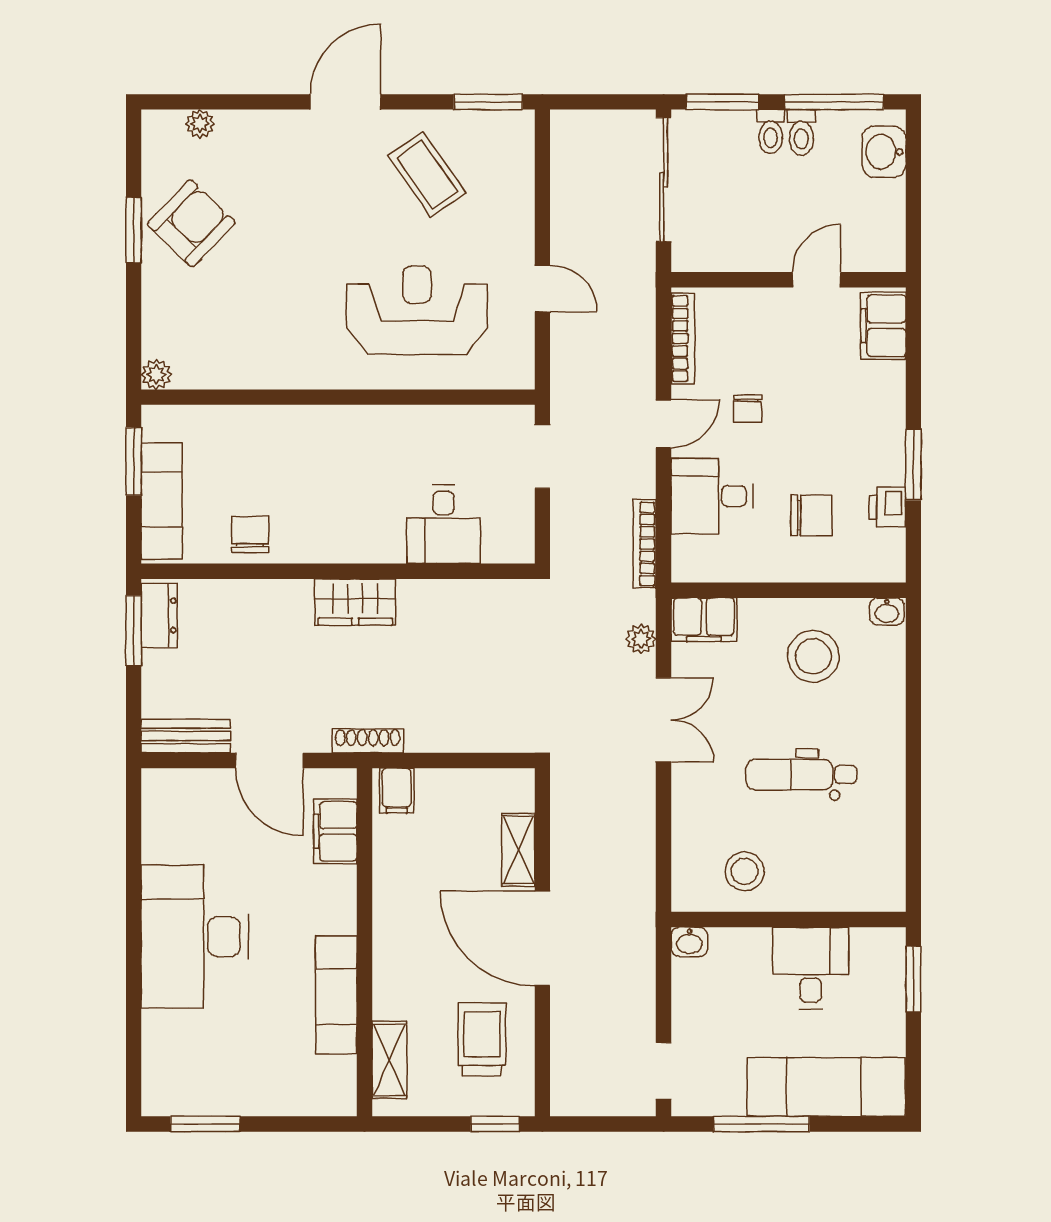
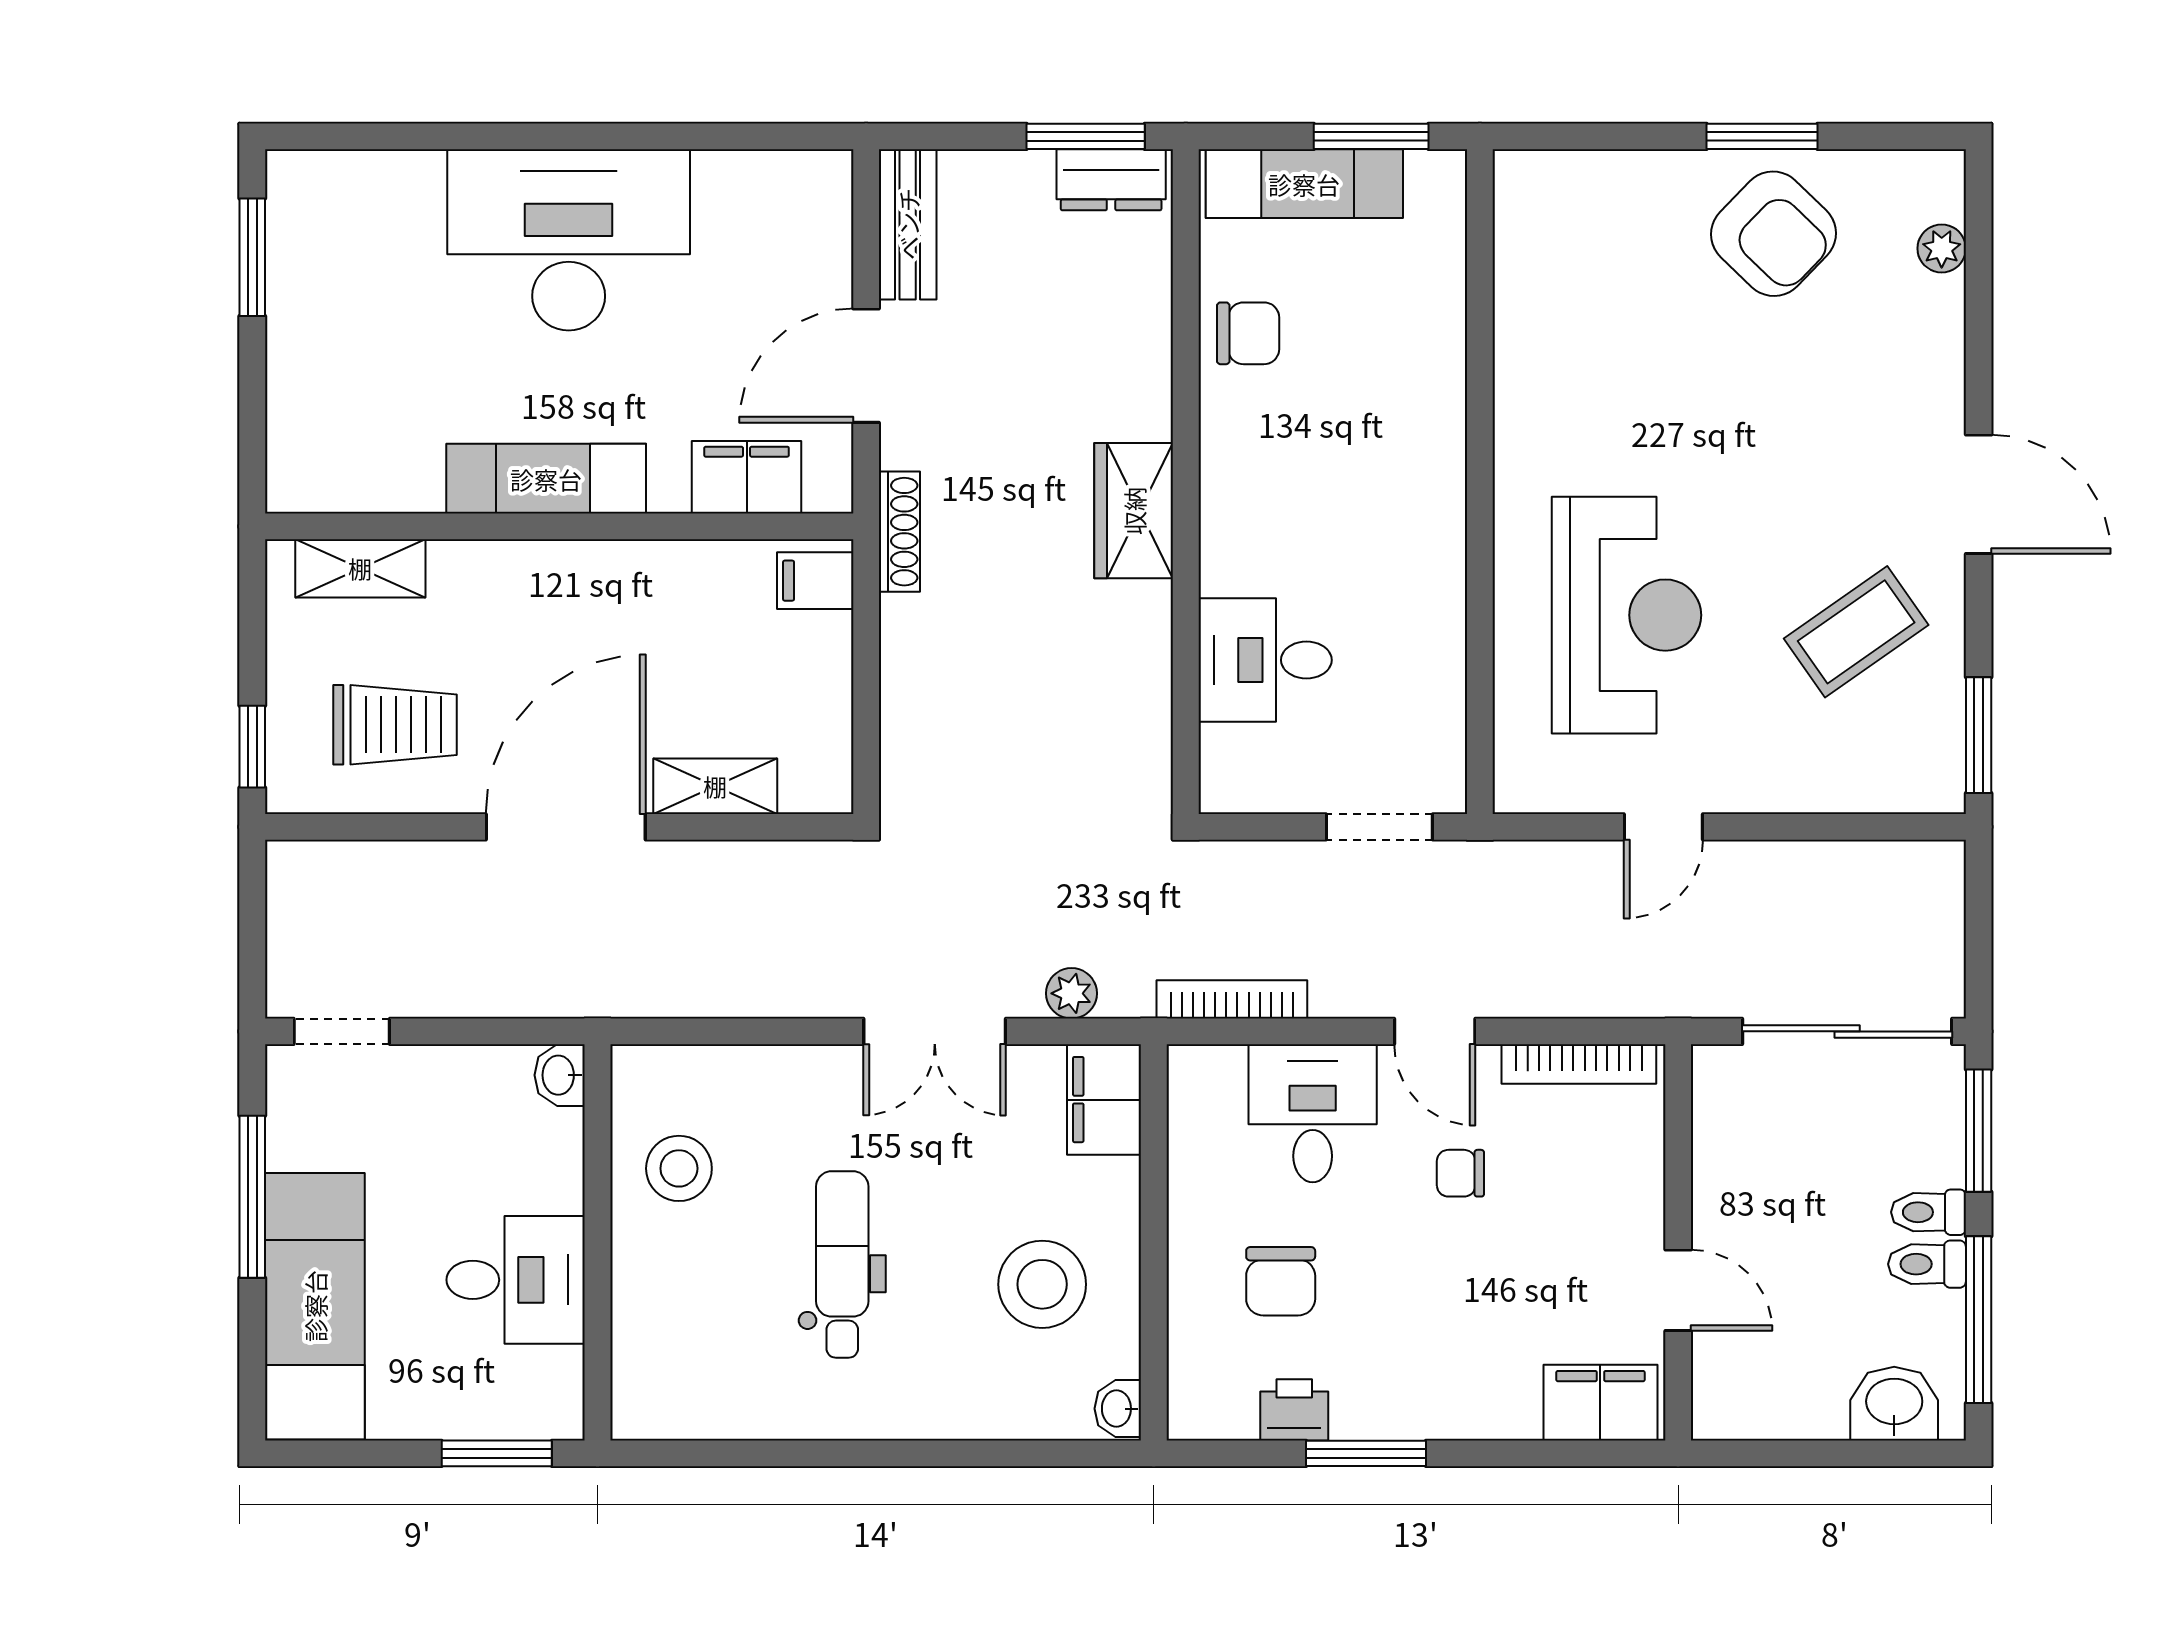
plant: (156, 374) -> (1518, 175), removed
exam couch: (336, 995) -> (546, 479), moved

